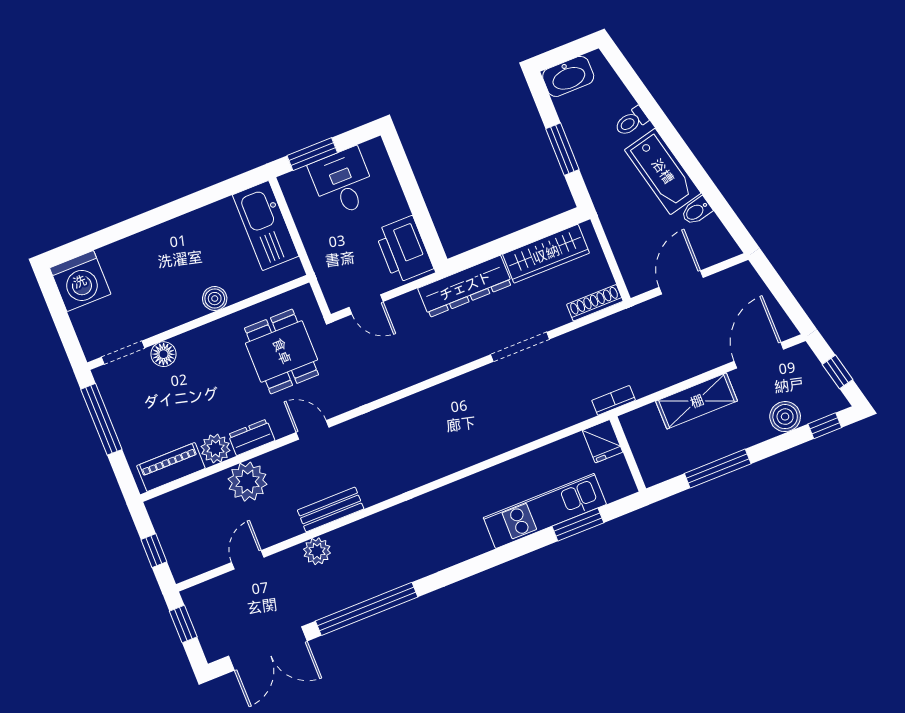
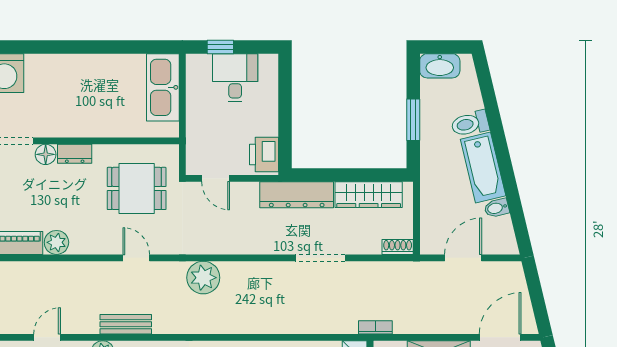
toilet: (631, 121) -> (470, 124), width x1.37, depth x1.39
window: (312, 154) -> (220, 47), width x0.67
printer: (404, 250) -> (264, 154), width x0.73, depth x0.84
boiler: (215, 299) -> (102, 128), removed
shoe rack: (595, 303) -> (398, 247), width x0.70
dining table: (282, 351) -> (137, 188), turned 90
dresser: (252, 437) -> (75, 154), moved, turned 180
plant: (248, 482) -> (203, 278), moved

